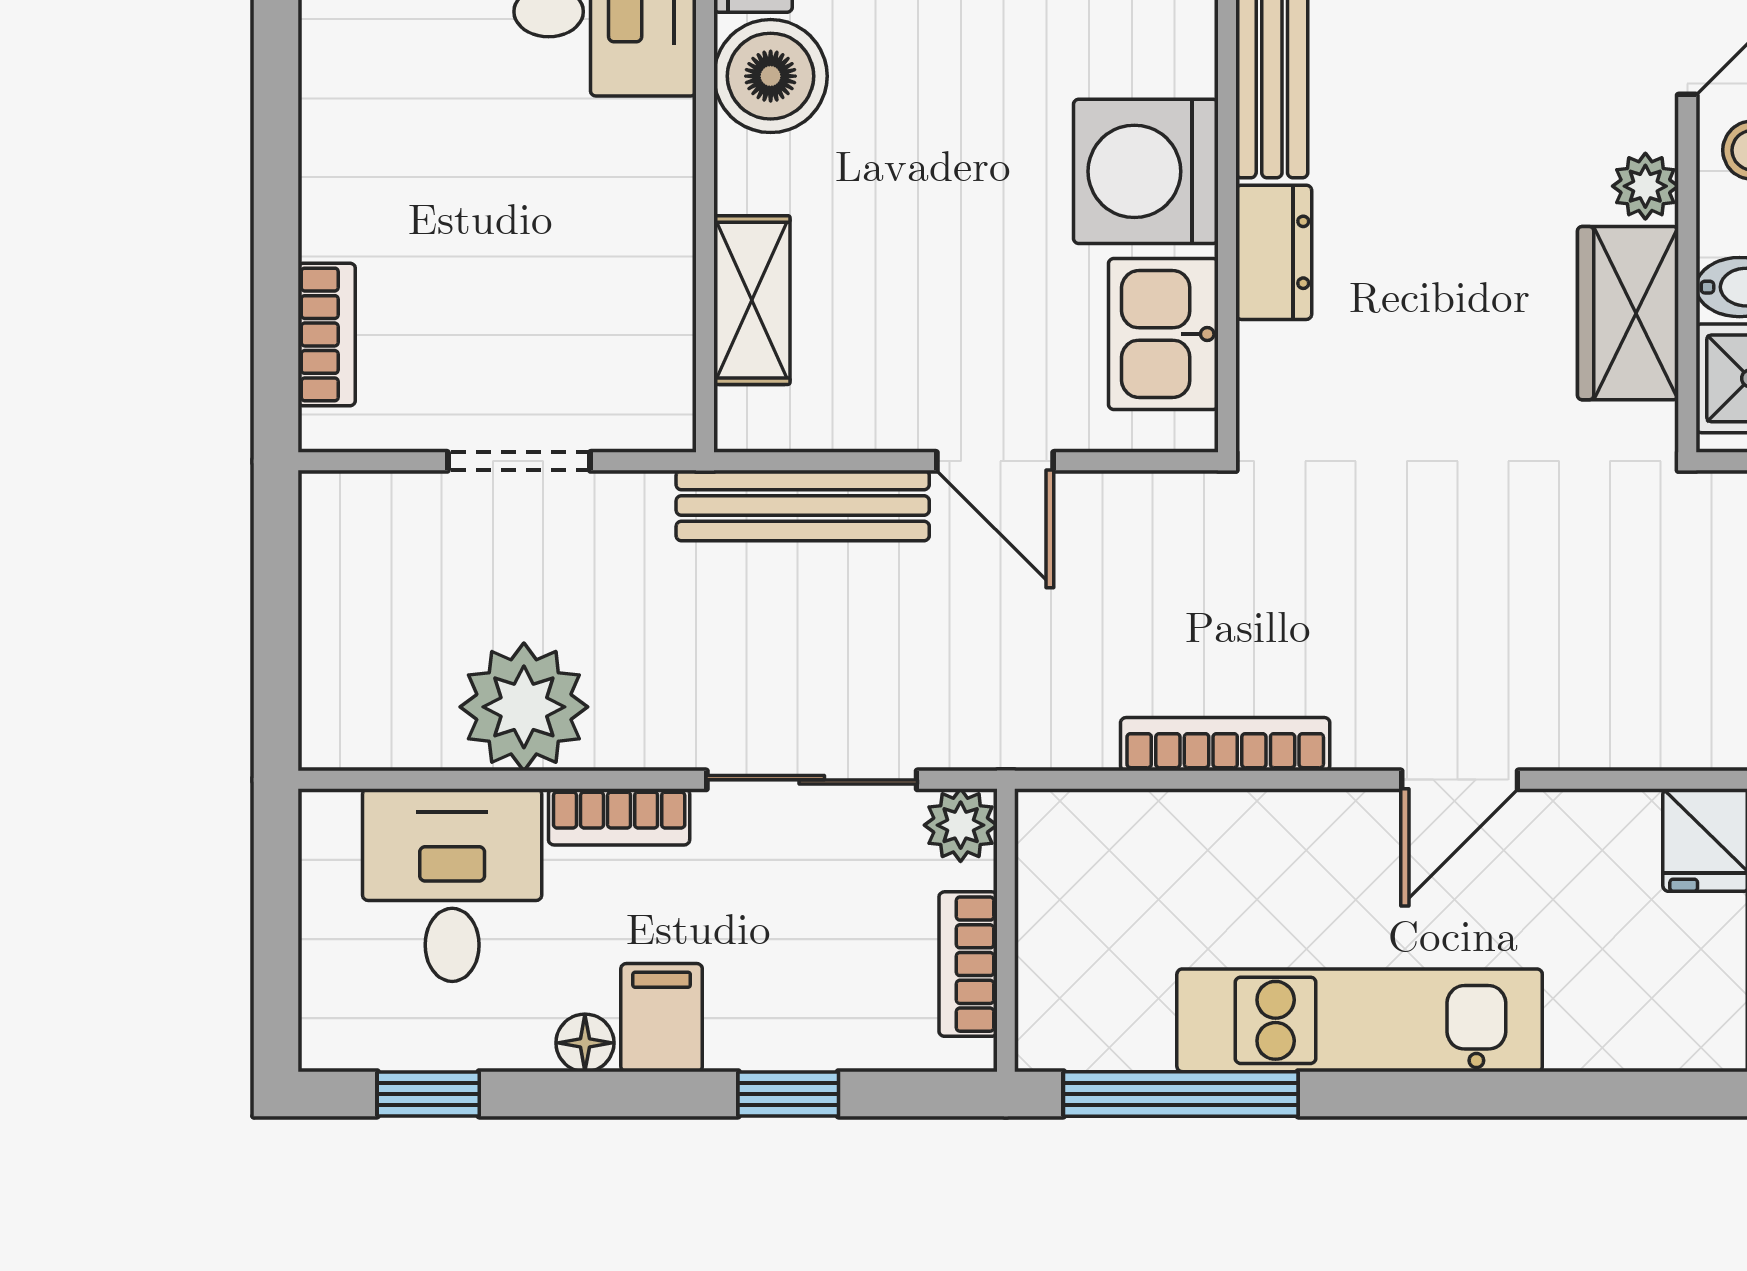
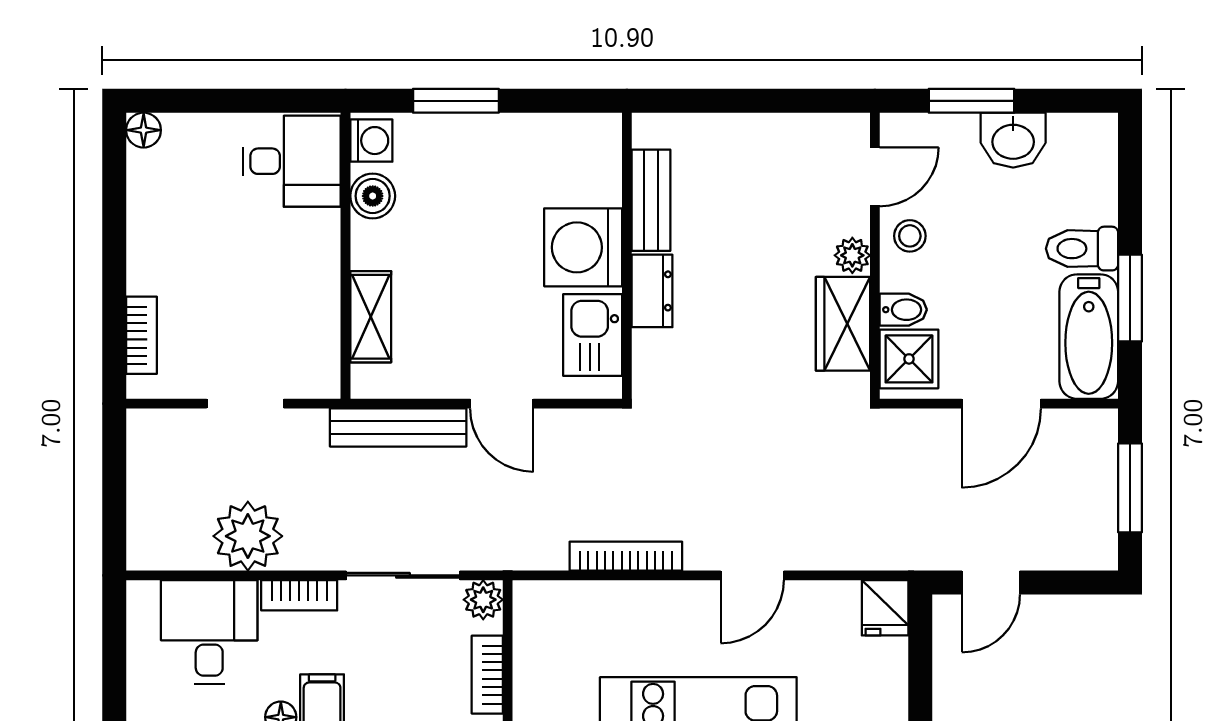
boiler: (771, 76) -> (373, 196), width x0.73, depth x0.73

